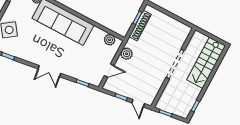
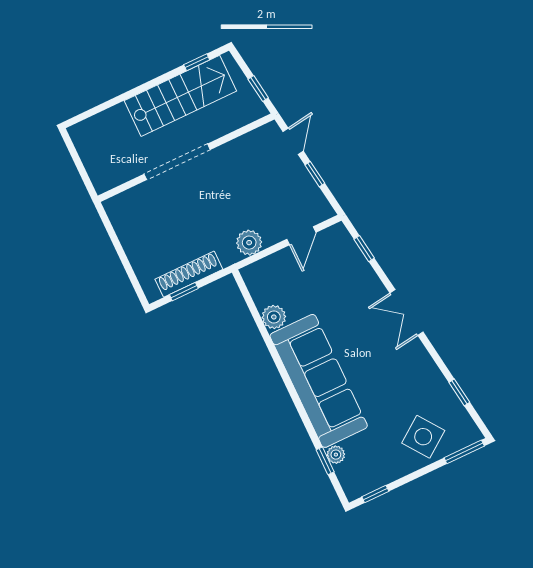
plant: (110, 40) -> (274, 317), moved
stairs: (206, 63) -> (180, 96), moved
double door: (49, 71) -> (406, 313), swing flipped
door: (109, 71) -> (301, 236), swing flipped

